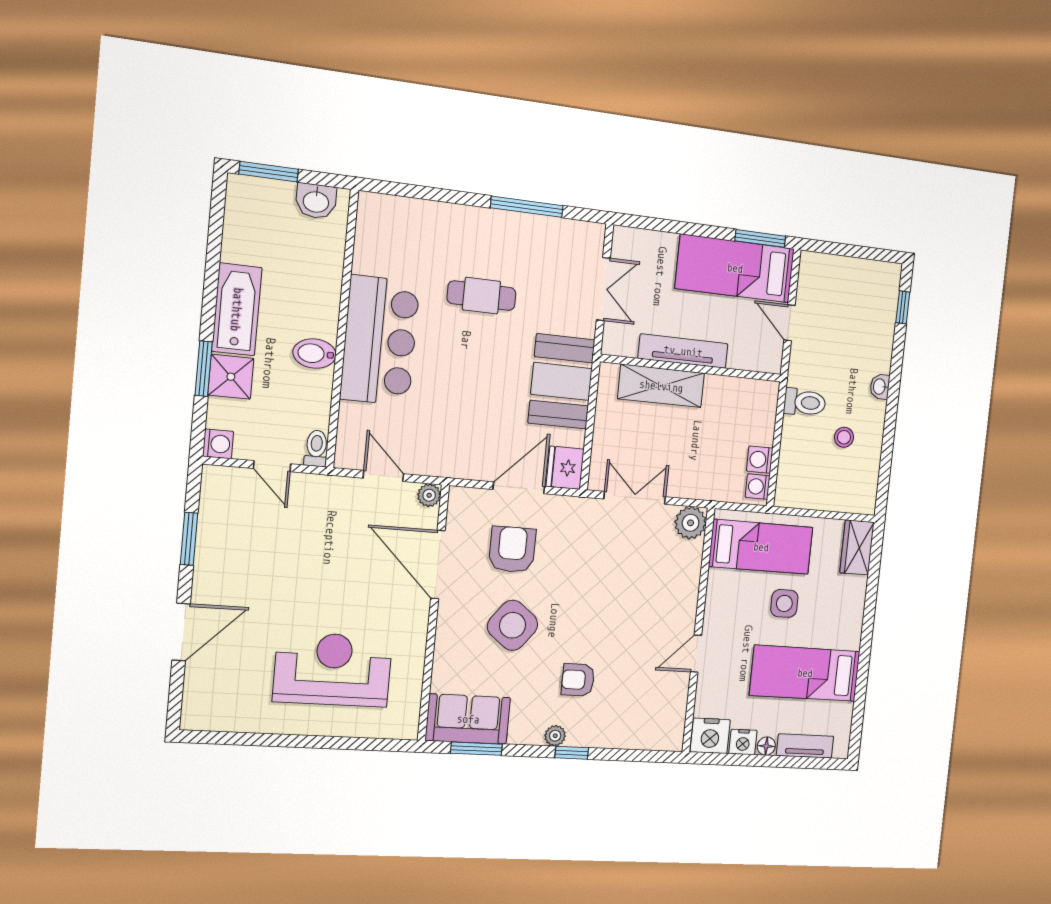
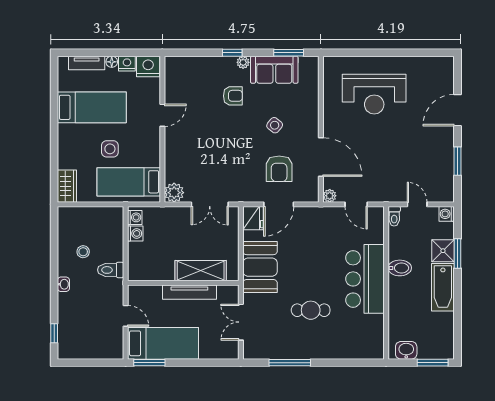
side table: (513, 625) -> (275, 125), width x0.54, depth x0.54
sofa: (468, 719) -> (274, 70), moved

